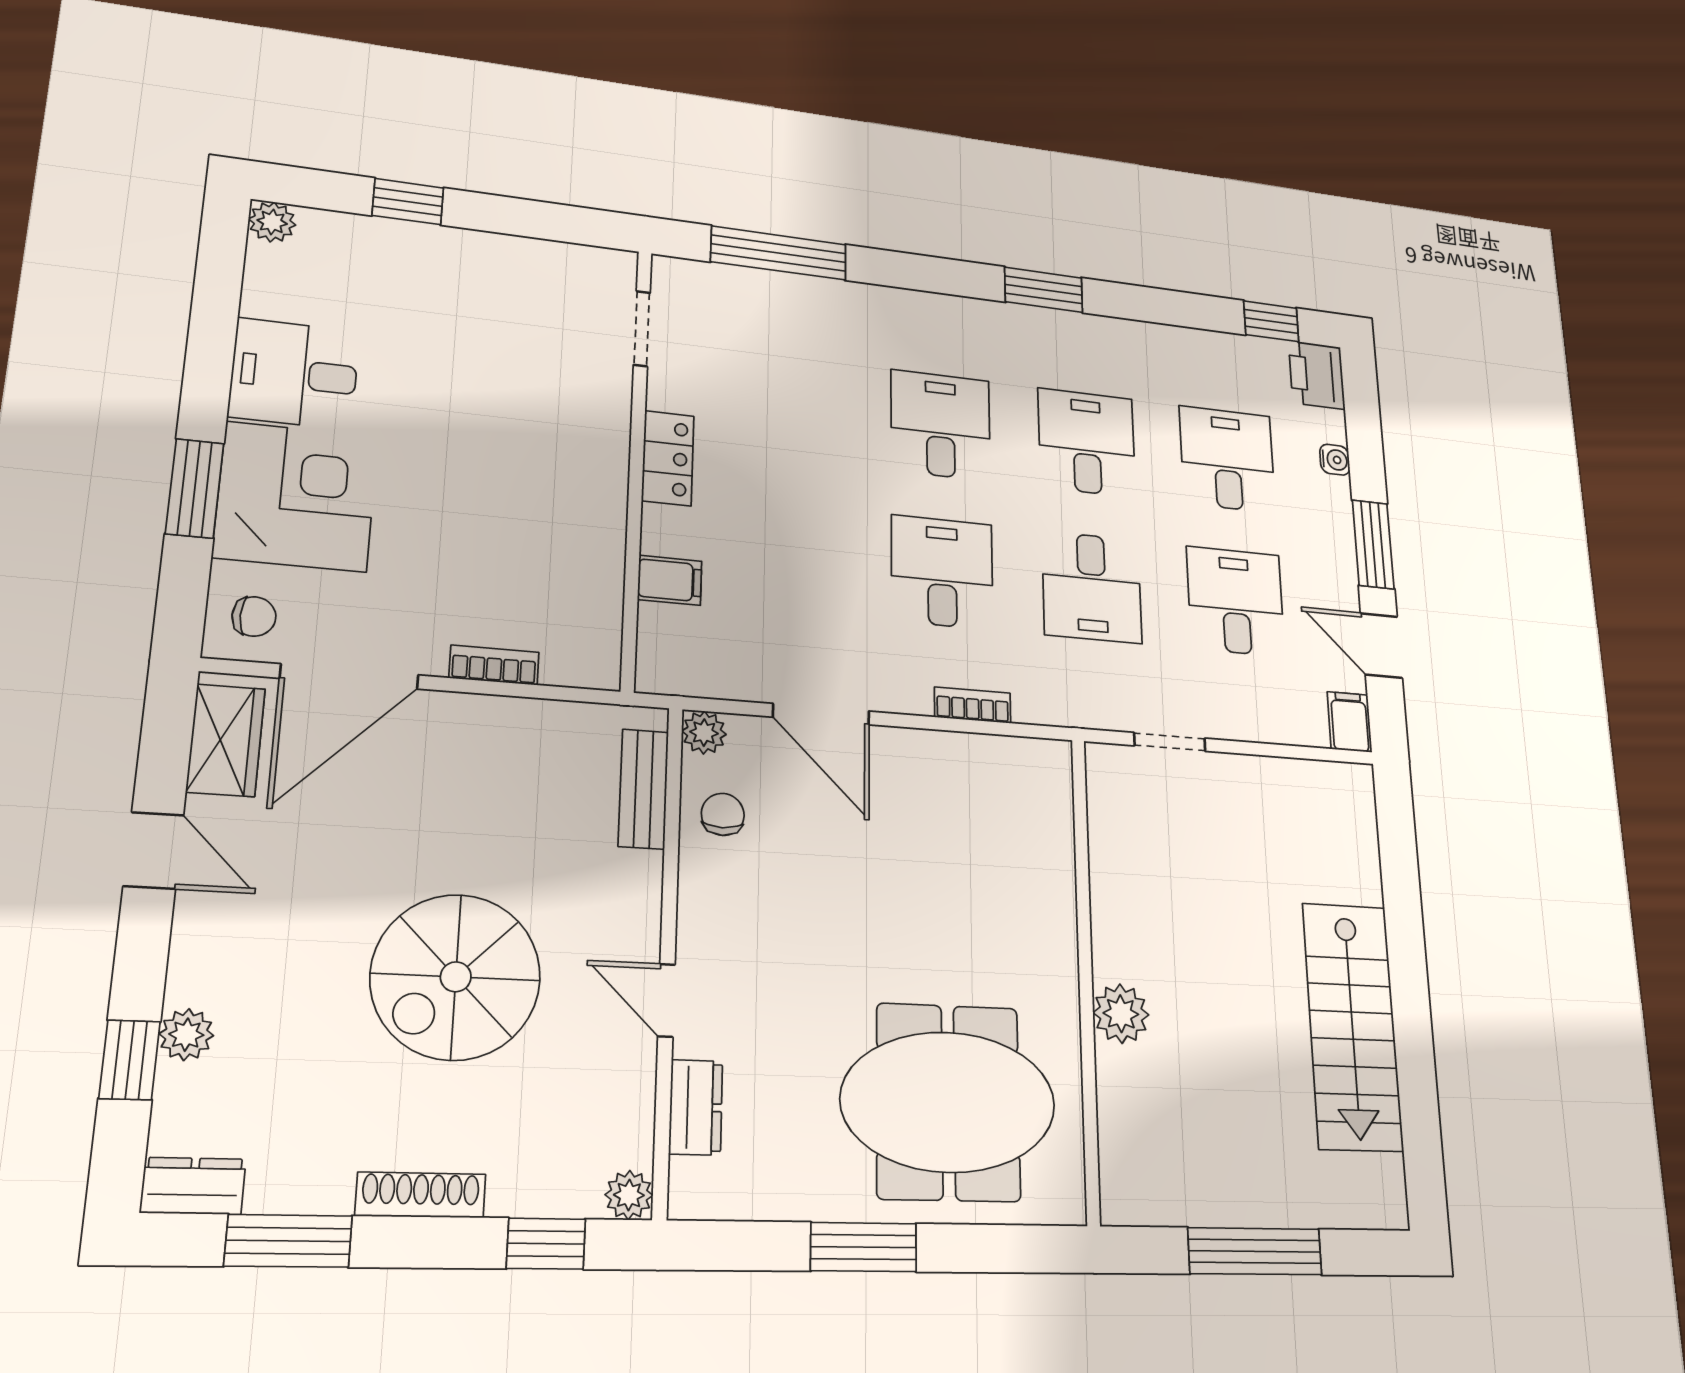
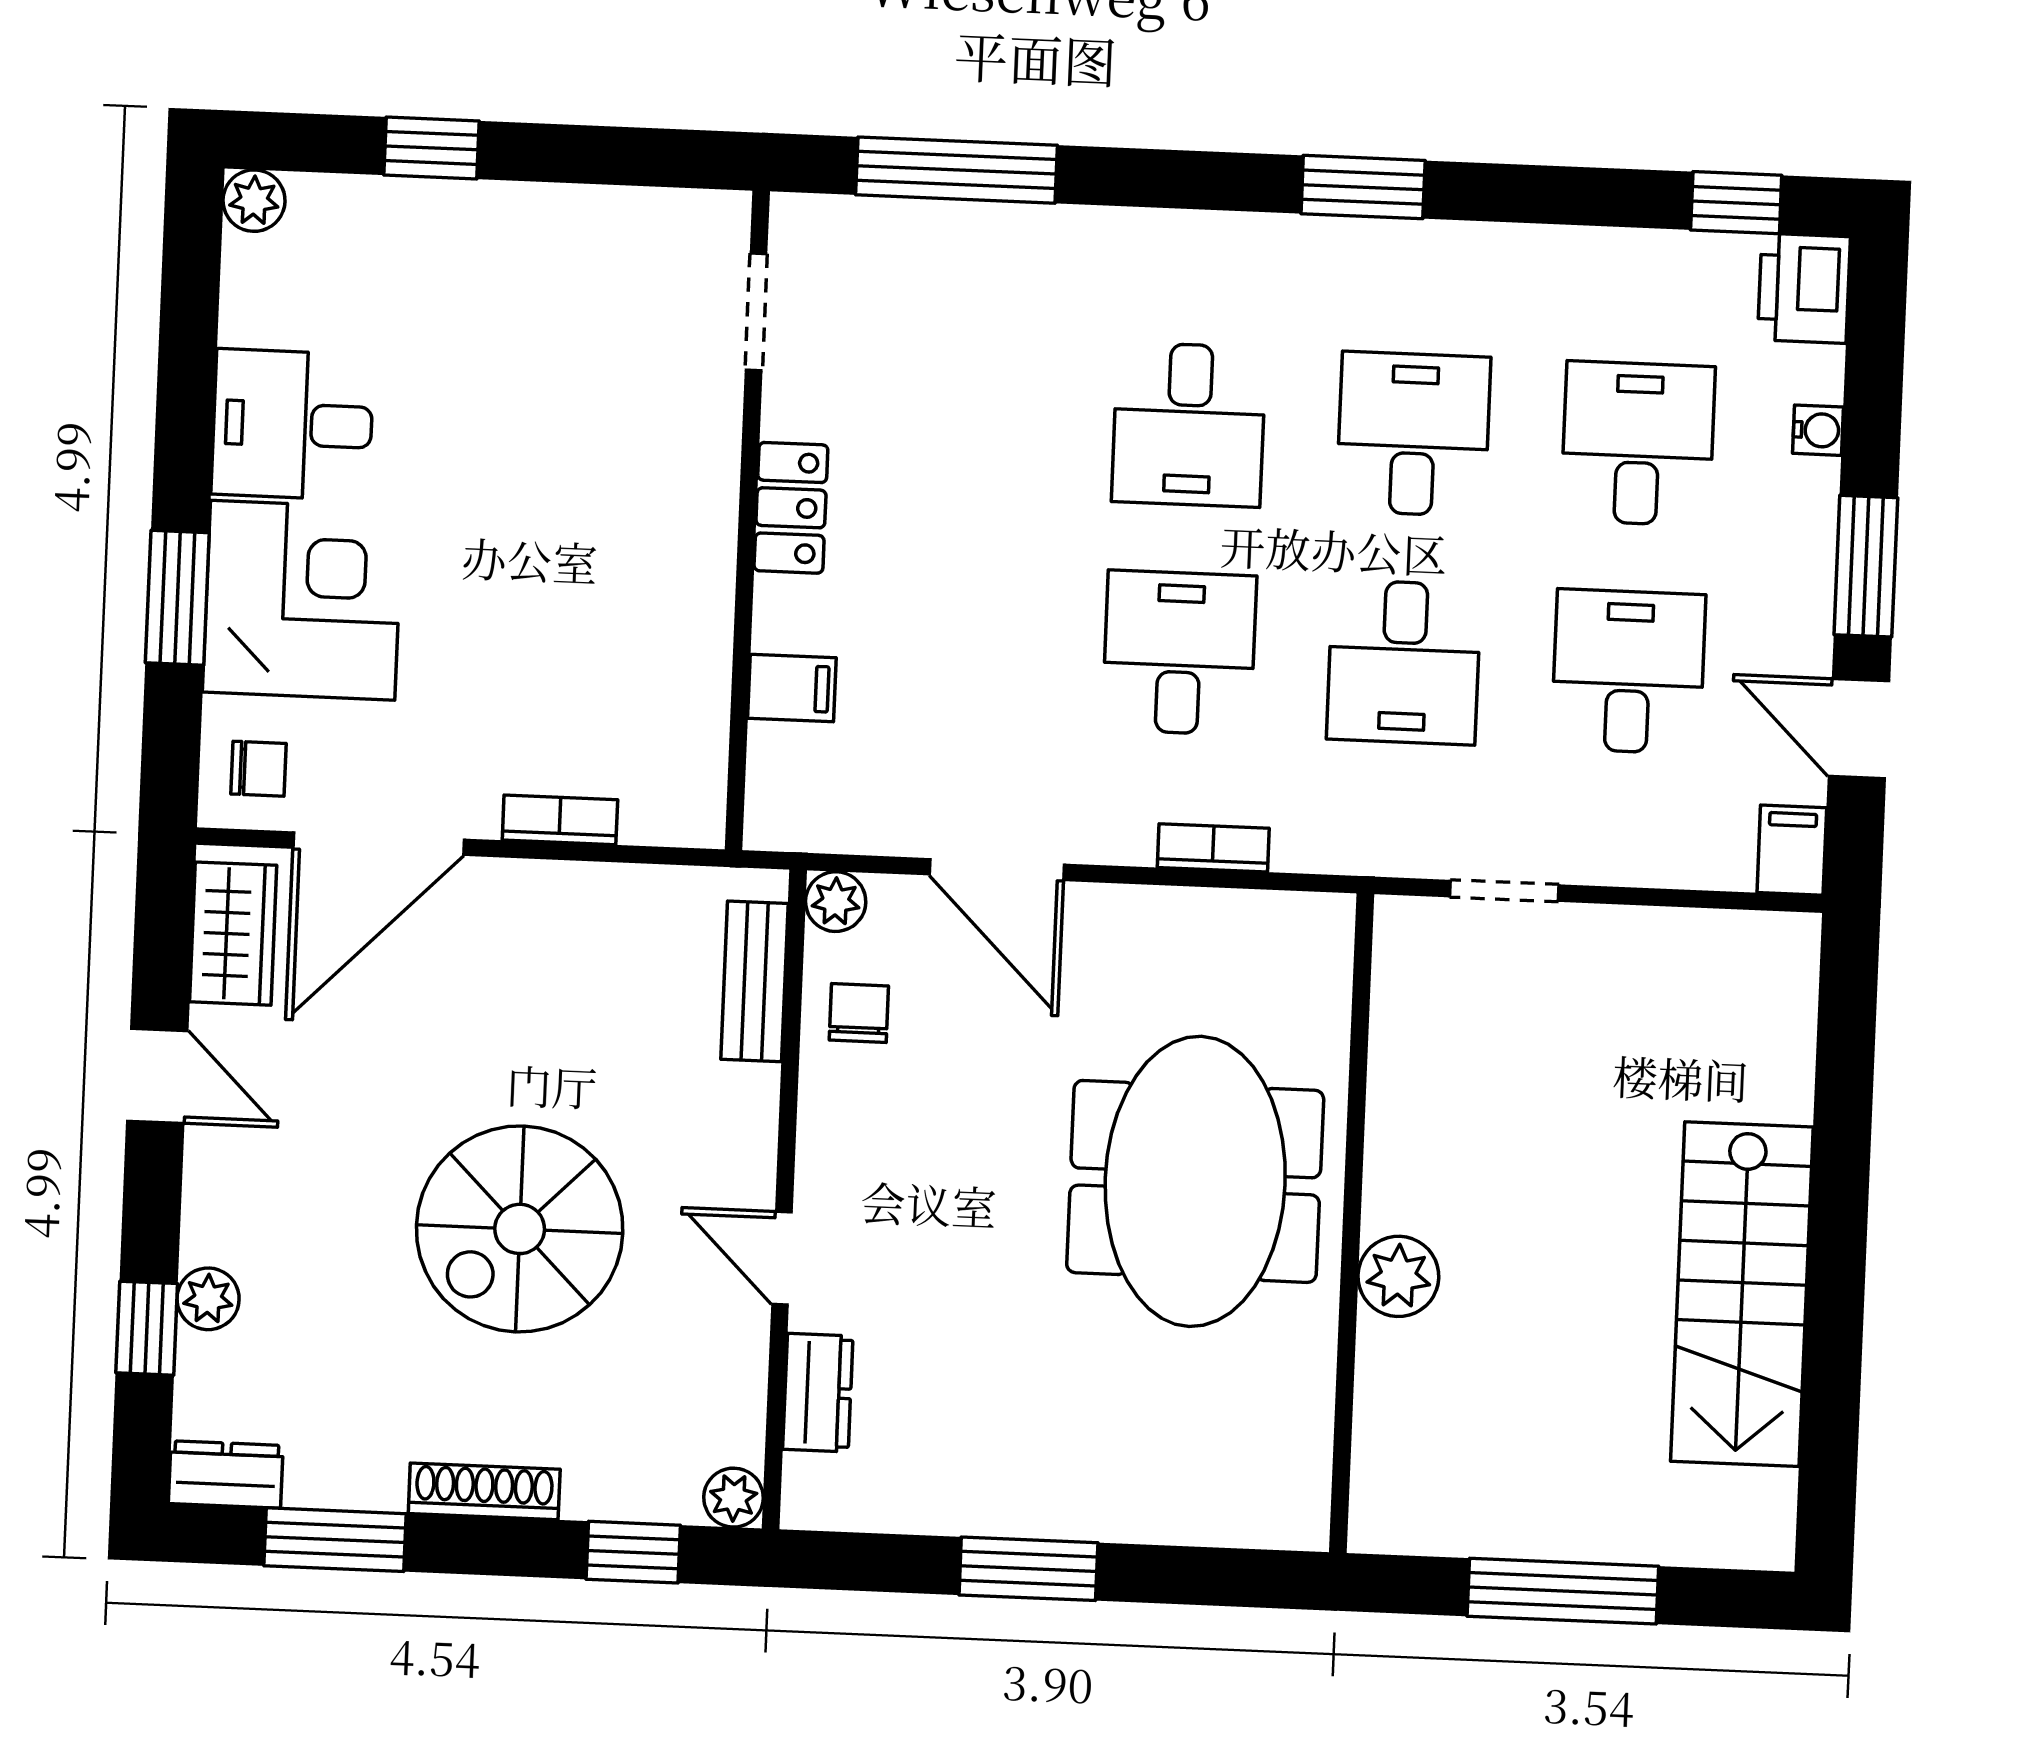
desk: (941, 425) -> (1189, 425), turned 180
meeting table: (948, 1102) -> (1195, 1181), moved, turned 90

